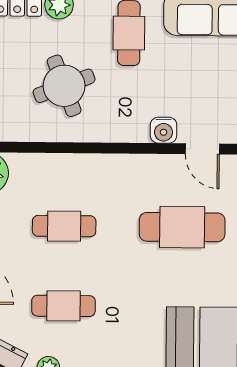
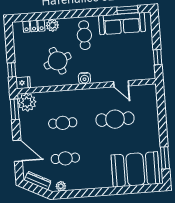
water cooler: (164, 130) -> (84, 78), moved

